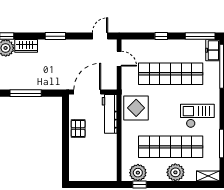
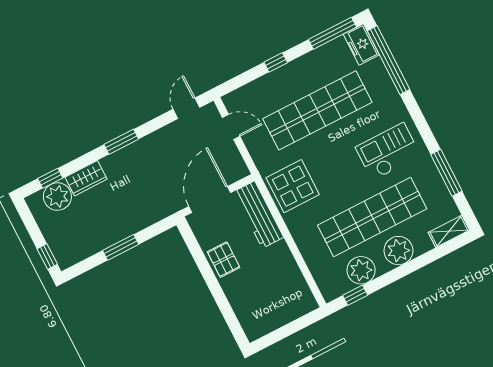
window: (26, 93) -> (121, 247), width x0.69
plant: (138, 173) -> (361, 270), moved

